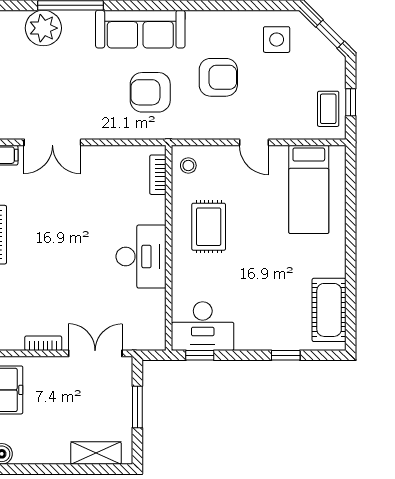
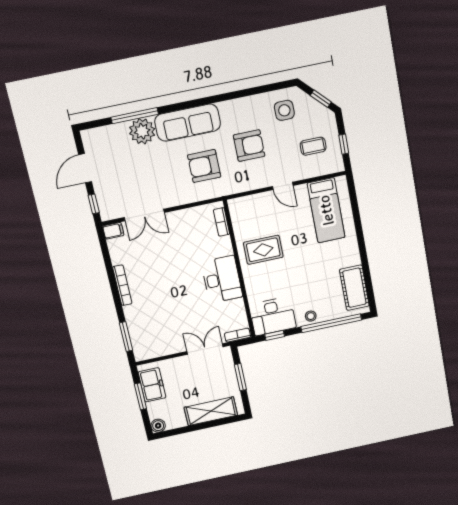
plant: (43, 28) -> (142, 131), moved
coffee table: (328, 109) -> (313, 146), moved, turned 90
stool: (188, 166) -> (311, 316), moved
rug: (209, 227) -> (263, 250), turned 90
bookcase: (43, 343) -> (238, 335), moved
window: (286, 355) -> (331, 323), width x3.17
shelving: (96, 453) -> (211, 411), width x1.50, depth x1.33

